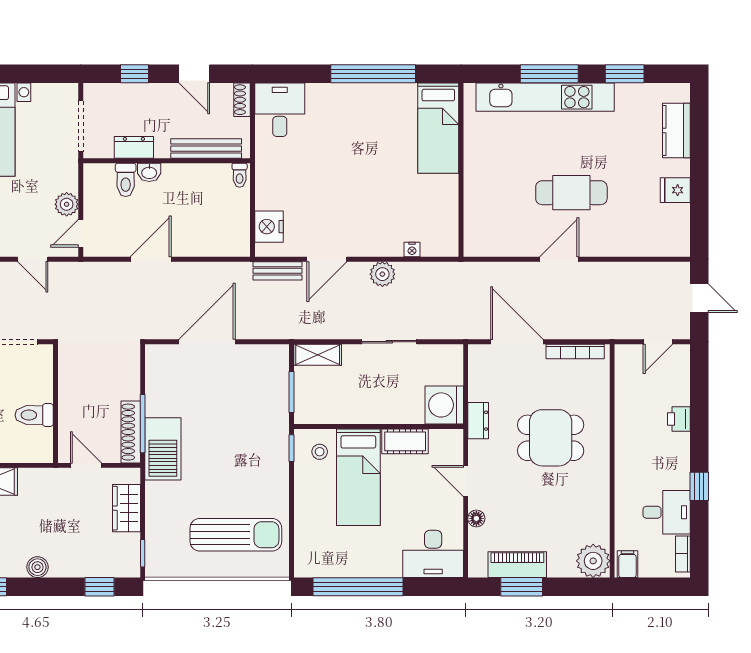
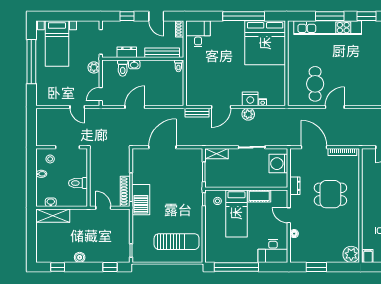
bed: (438, 128) -> (265, 43), width x2.04
cafe table: (571, 193) -> (315, 84), moved, turned 90
plant: (67, 204) -> (94, 67), moved
nightstand: (269, 227) -> (250, 99), moved, turned -90
washing machine: (444, 405) -> (278, 164), moved
wardrobe: (126, 508) -> (123, 229), removed
piano: (517, 565) -> (314, 256), removed

